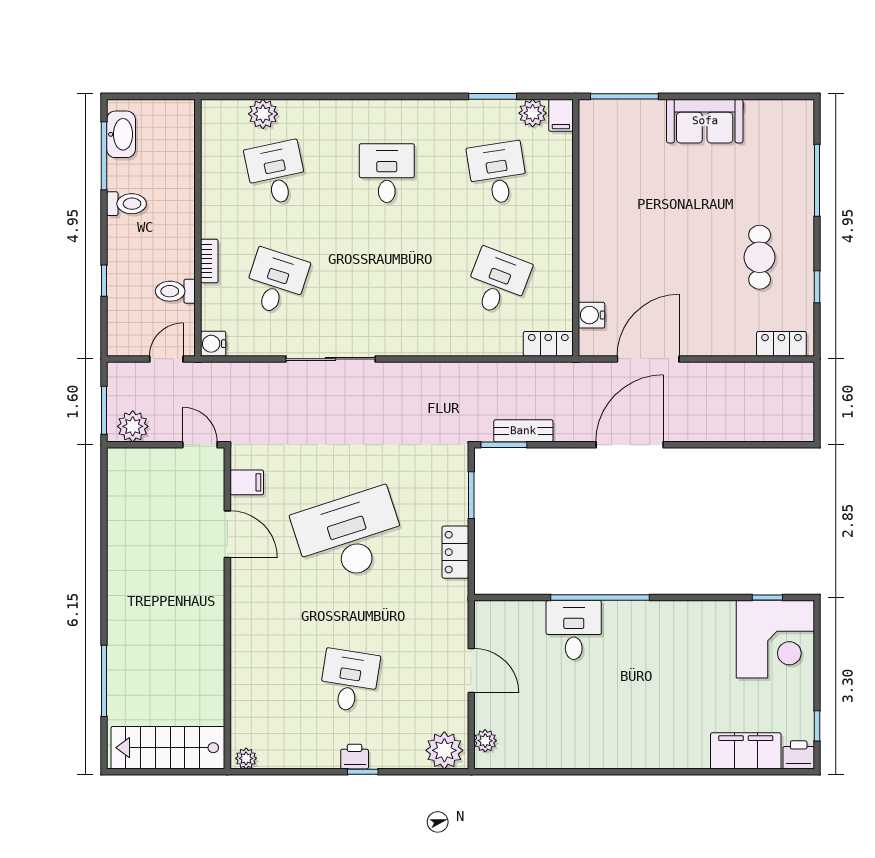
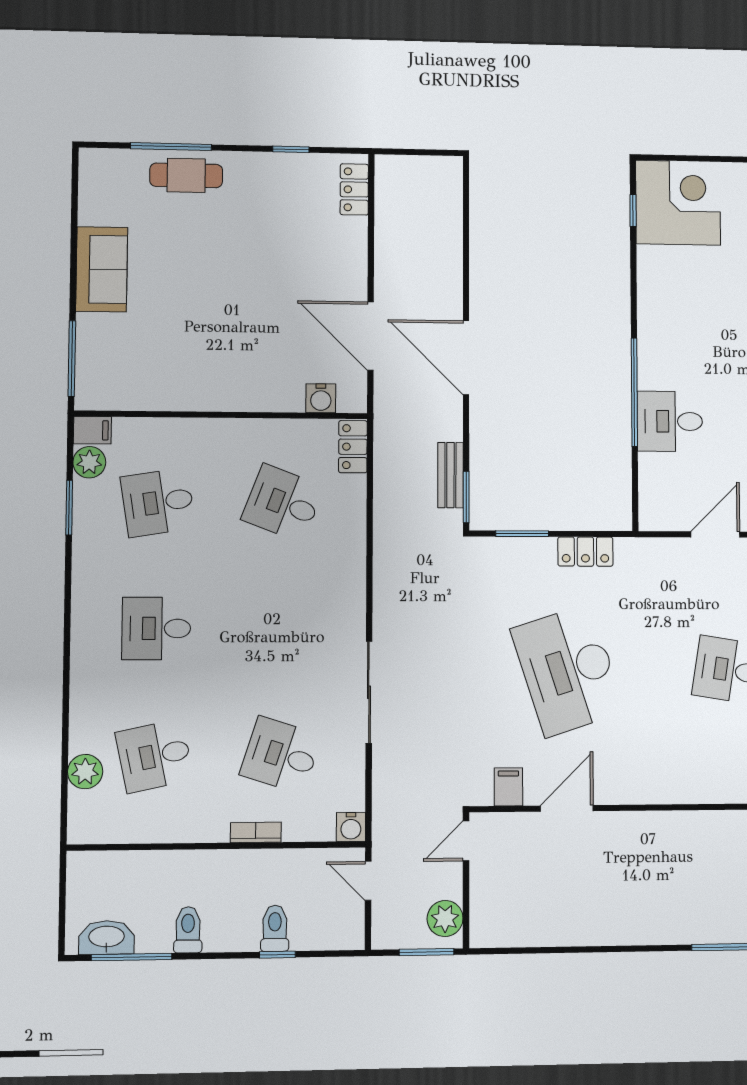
cafe table: (760, 257) -> (186, 175), moved
toilet: (175, 291) -> (275, 928), moved, turned 180

